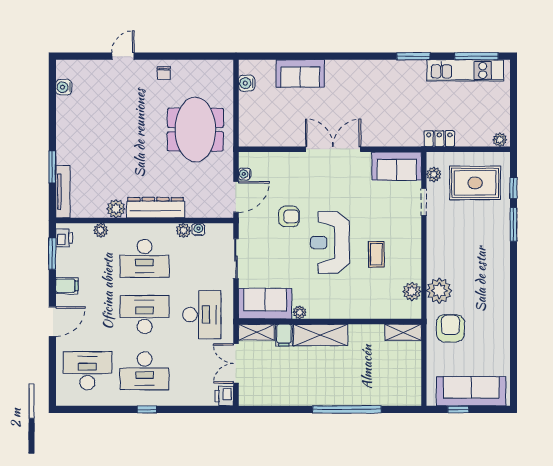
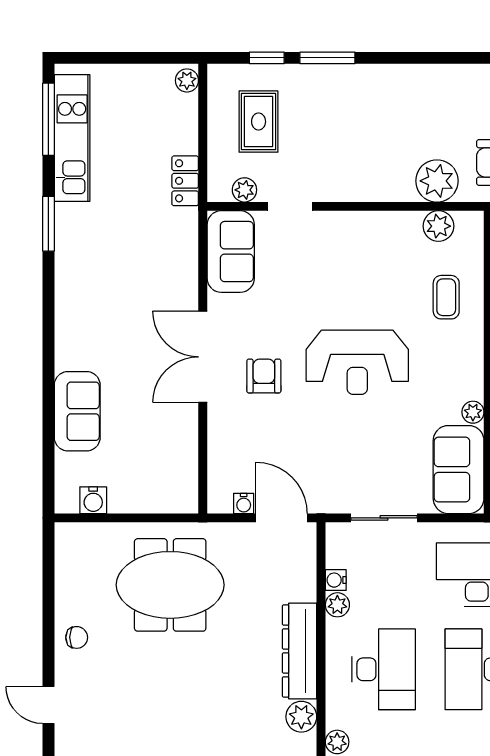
rug: (475, 183) -> (259, 122), width x0.73, depth x0.70
armchair: (289, 216) -> (264, 376), moved
coffee table: (376, 254) -> (446, 297), moved, turned 90

